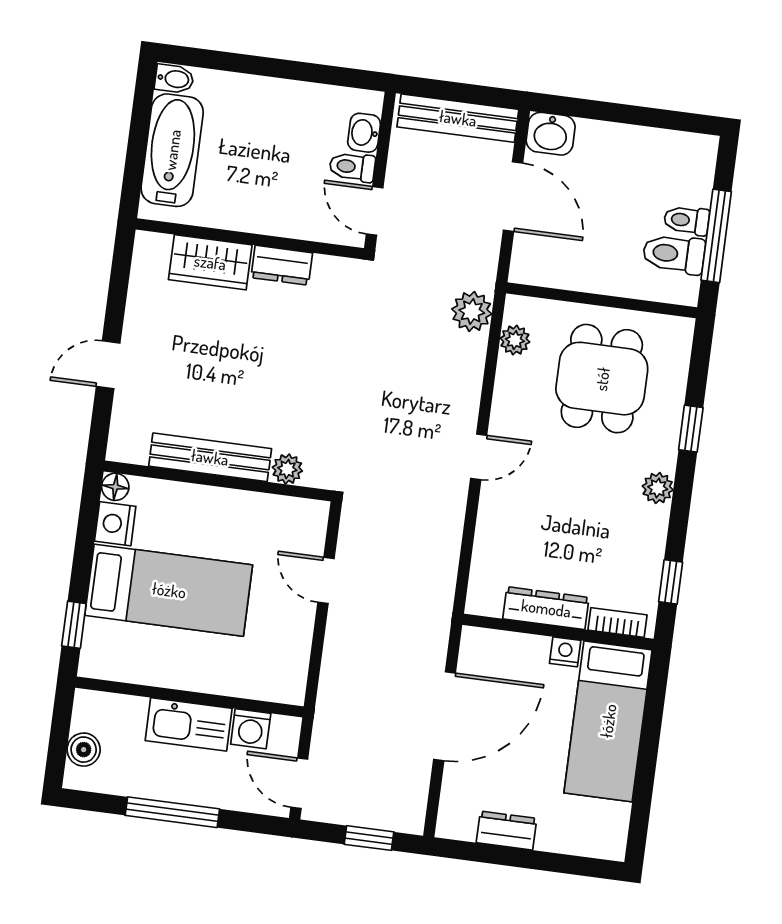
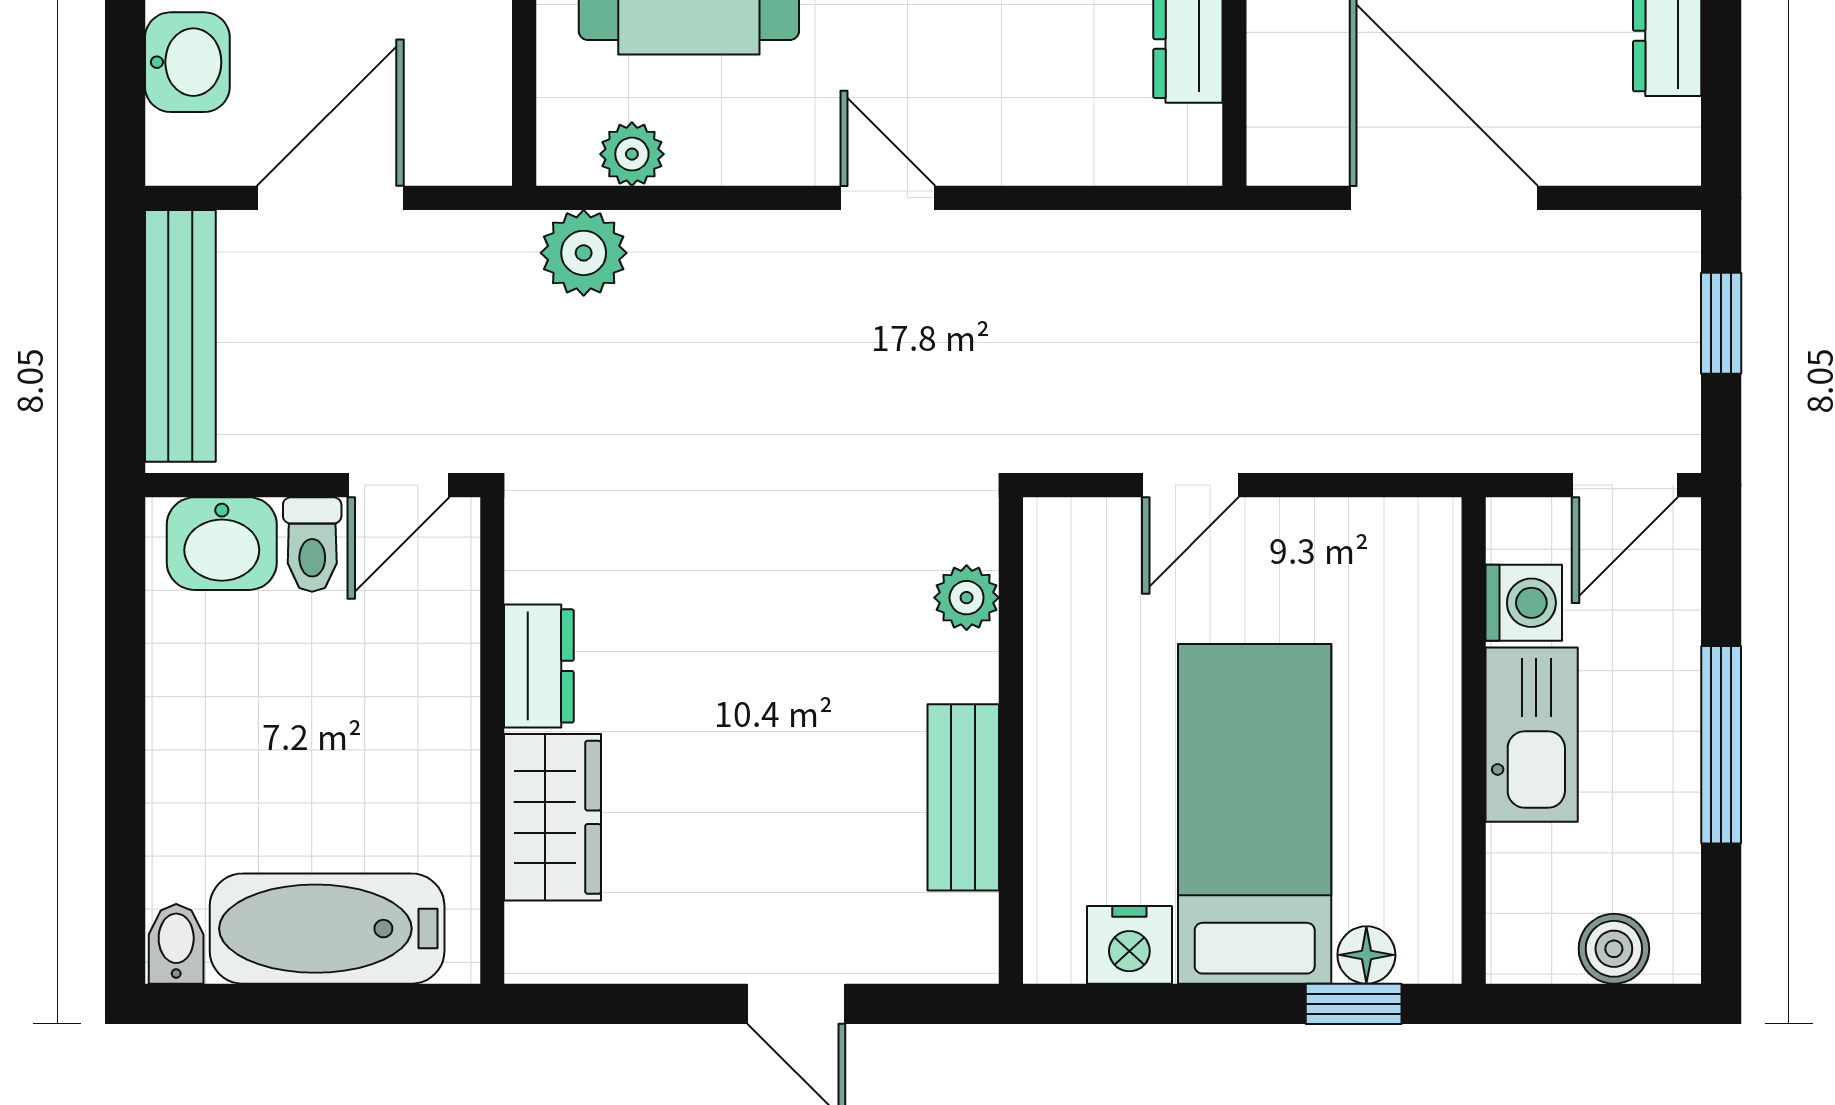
washbasin: (364, 133) -> (222, 544), width x1.38, depth x1.45
washbasin: (551, 134) -> (187, 62), moved
bench: (210, 457) -> (963, 797), width x0.73
floor lamp: (115, 487) -> (1366, 955), moved

